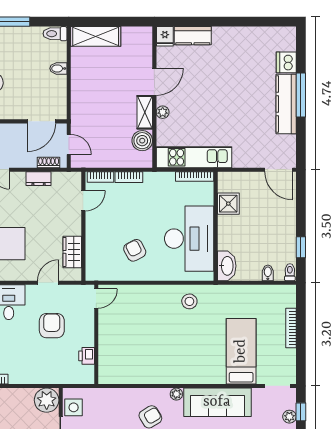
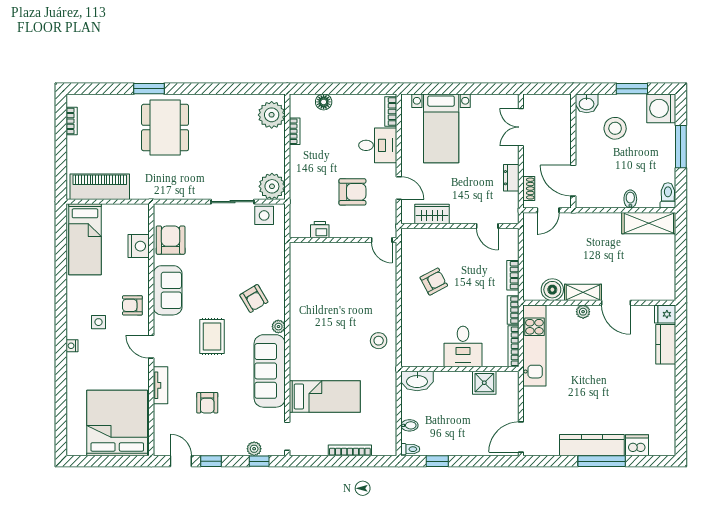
shelving: (96, 36) -> (649, 223), moved, turned 90
bookcase: (101, 177) -> (513, 310), moved
desk: (189, 239) -> (463, 346), width x0.53, depth x0.77

